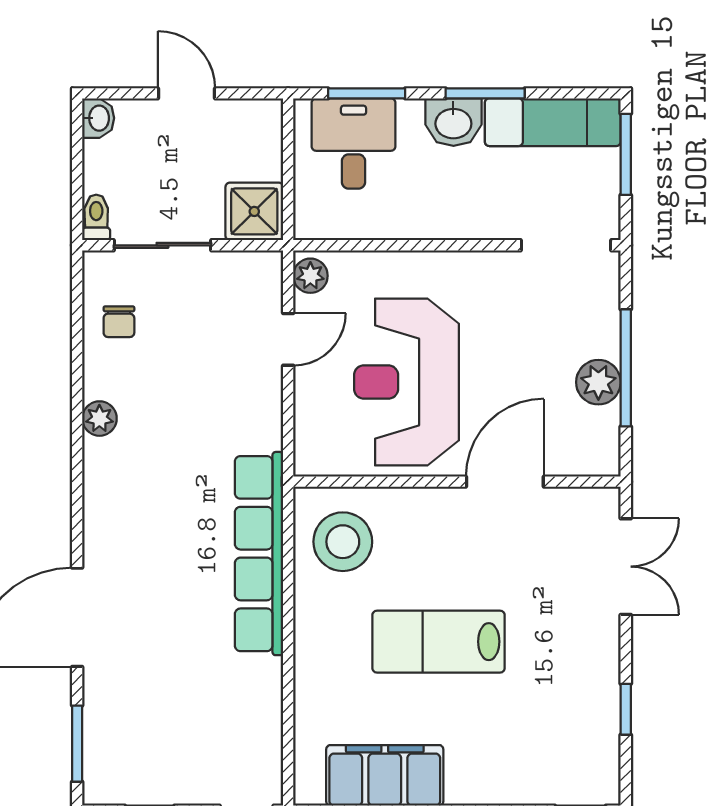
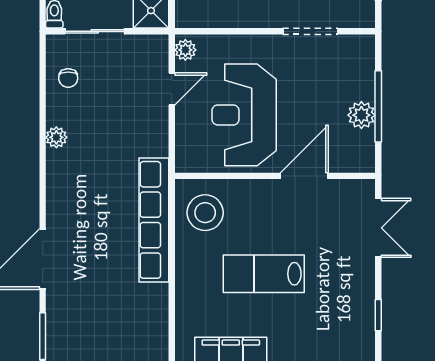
doorway: (566, 245) -> (310, 31), moved

